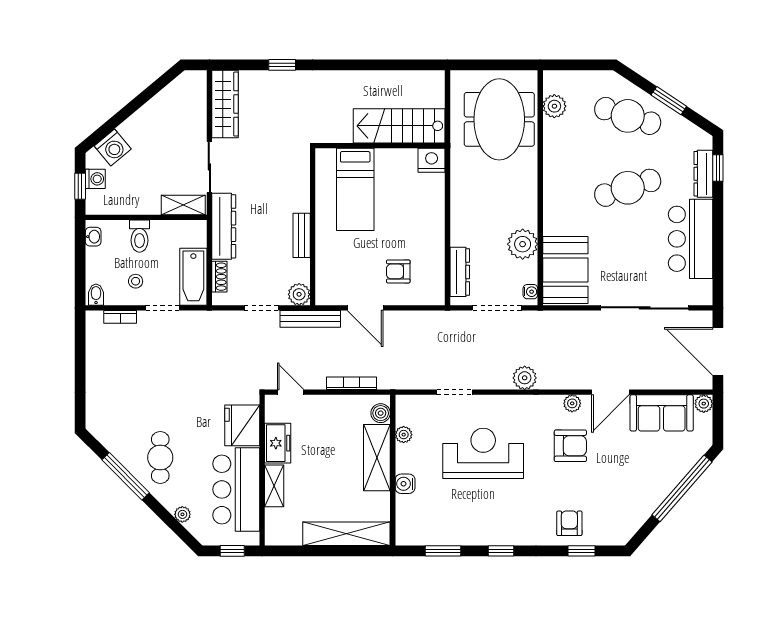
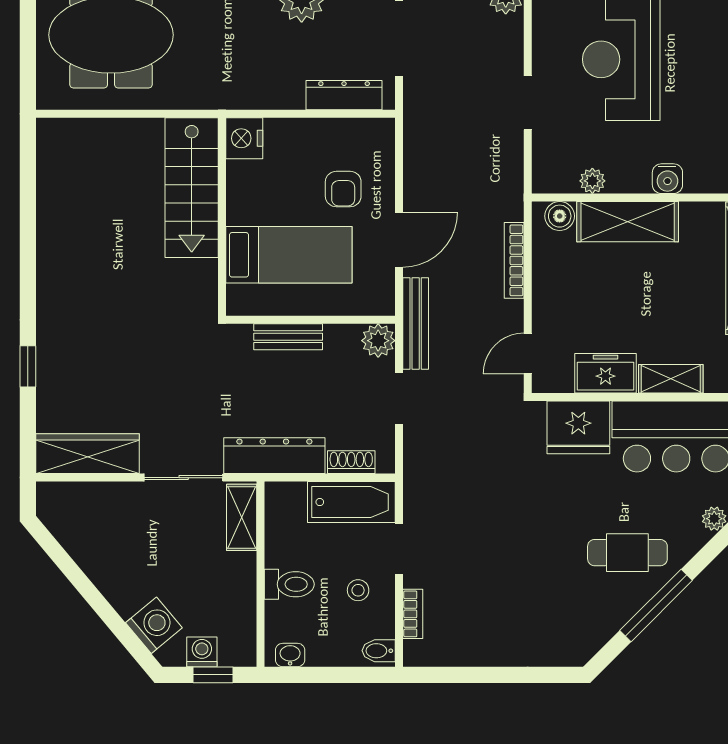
stairs: (399, 126) -> (192, 188), moved
wall: (380, 146) -> (222, 217), moved
nightstand: (432, 160) -> (244, 138), moved
bed: (355, 189) -> (289, 255), moved

